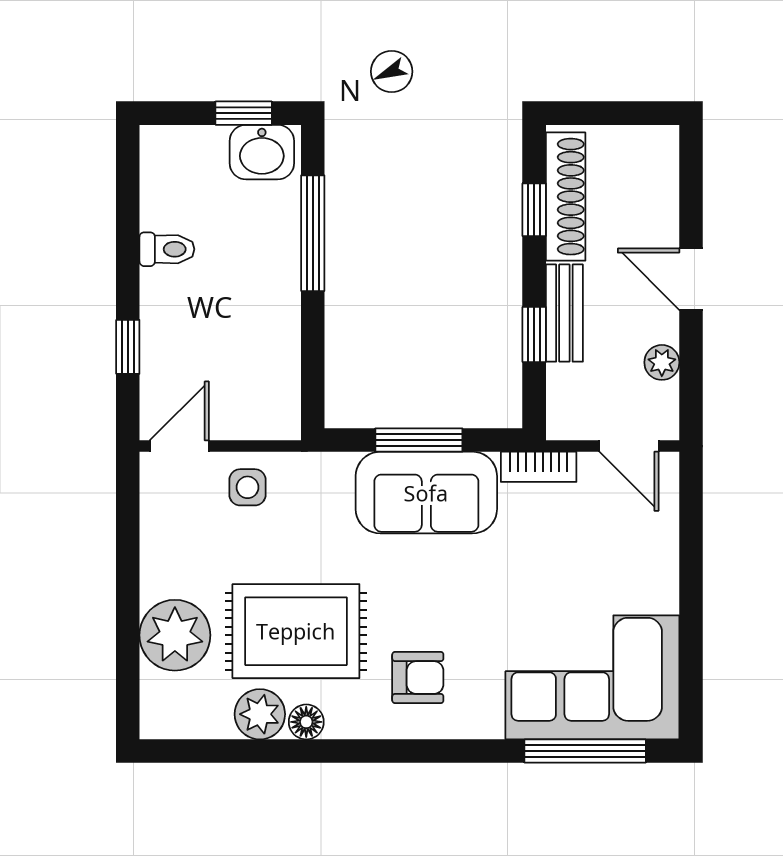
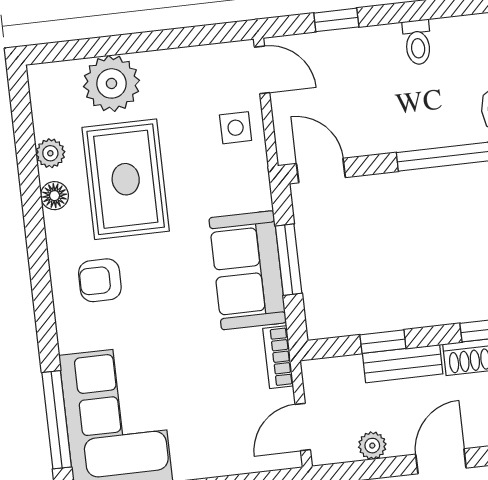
door: (313, 387) -> (321, 171), added
armchair: (418, 678) -> (100, 280), turned 90
plant: (260, 714) -> (50, 153), width x0.73, depth x0.73

